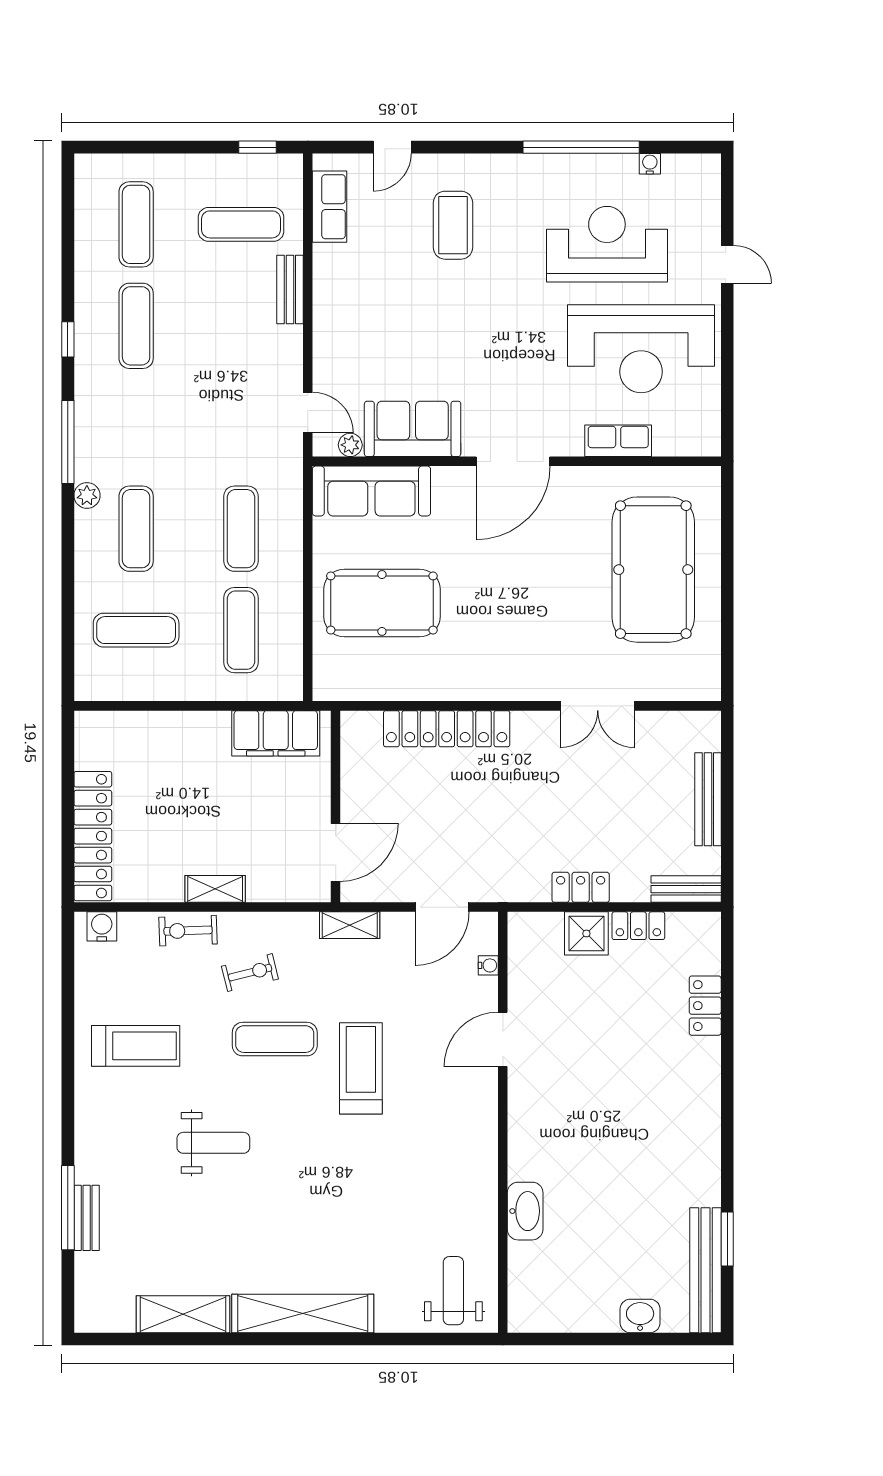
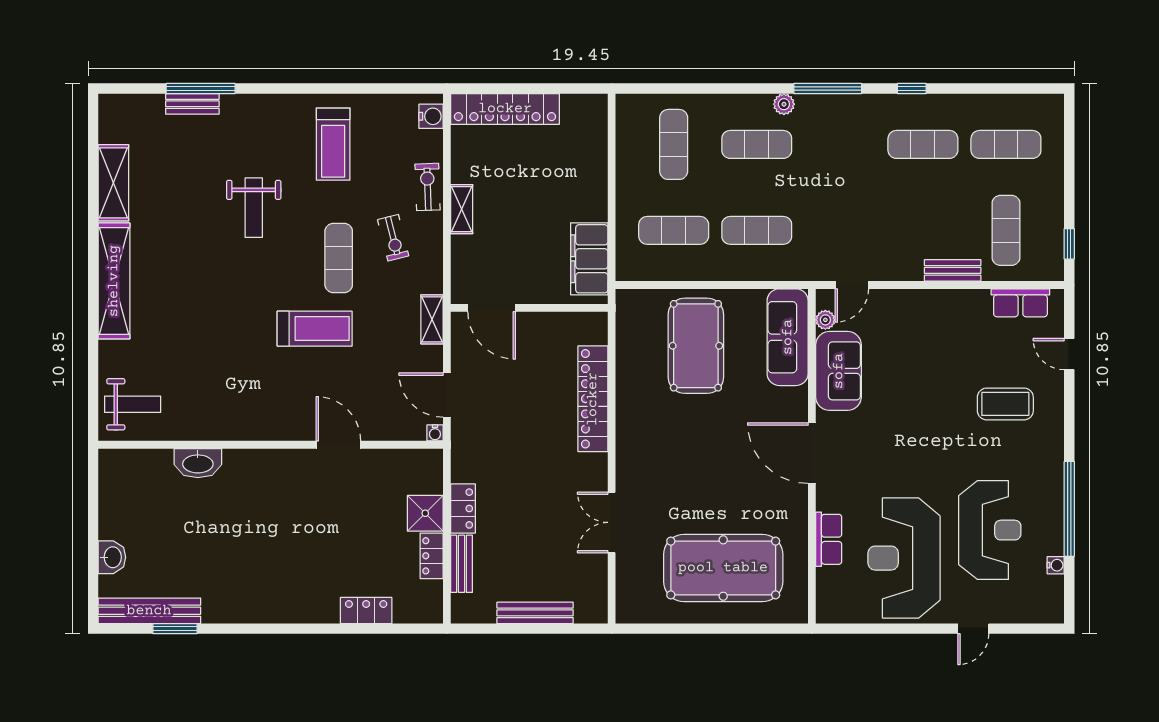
bench: (686, 889) -> (462, 564), moved
water cooler: (488, 965) -> (435, 433), moved

